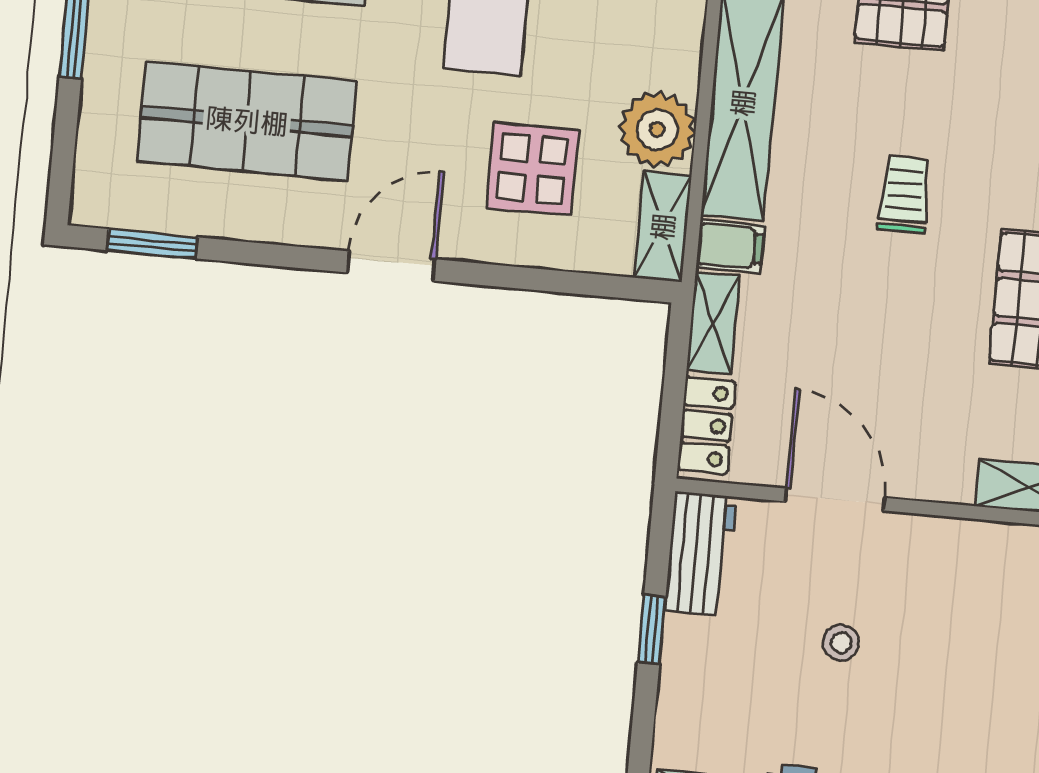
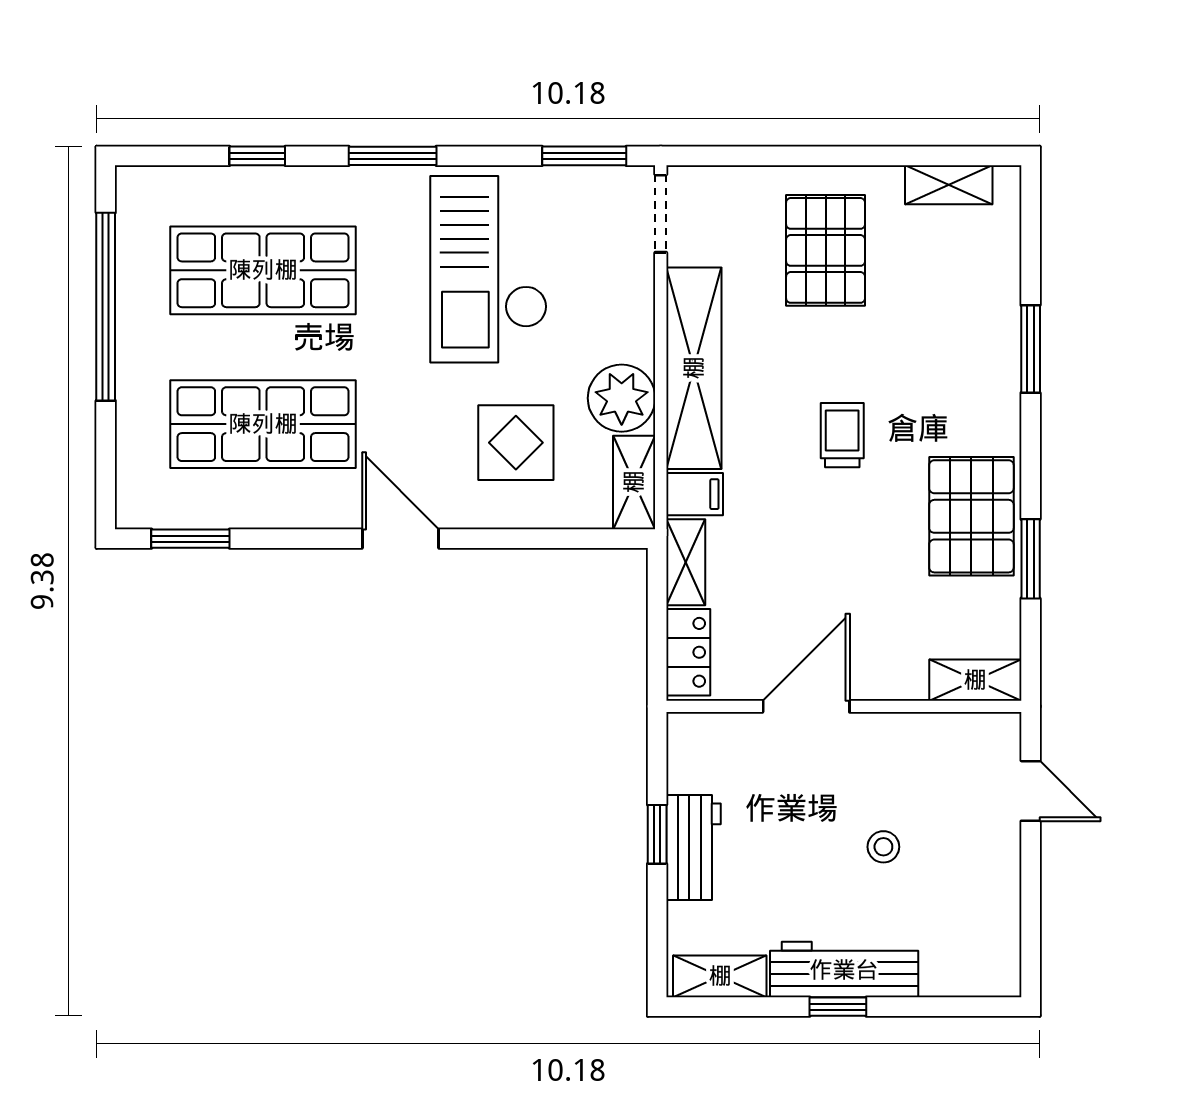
door: (391, 266) -> (400, 539), hinge flipped
door: (835, 500) -> (806, 706), hinge flipped
workbench: (701, 554) -> (693, 848), moved
stool: (841, 643) -> (883, 847), moved

